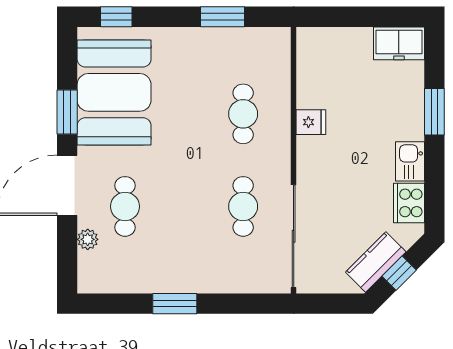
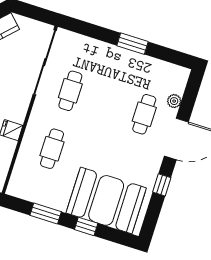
window: (116, 17) -> (86, 226), moved
booth: (114, 92) -> (106, 200), moved, turned 90
window: (67, 112) -> (162, 185), width x0.67

